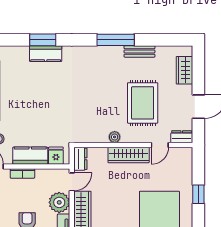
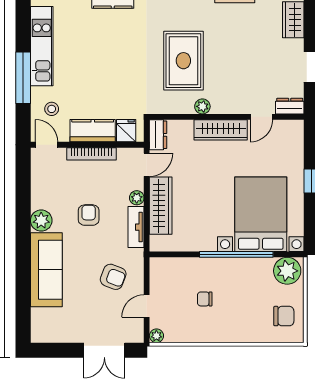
rug: (143, 103) -> (183, 61), moved
bookcase: (22, 173) -> (91, 154), width x1.56
plant: (59, 202) -> (137, 198), width x0.53, depth x0.53

